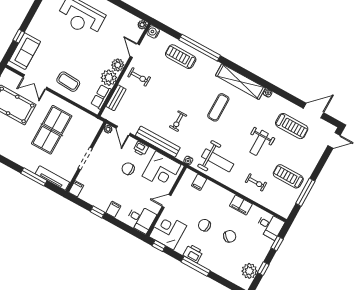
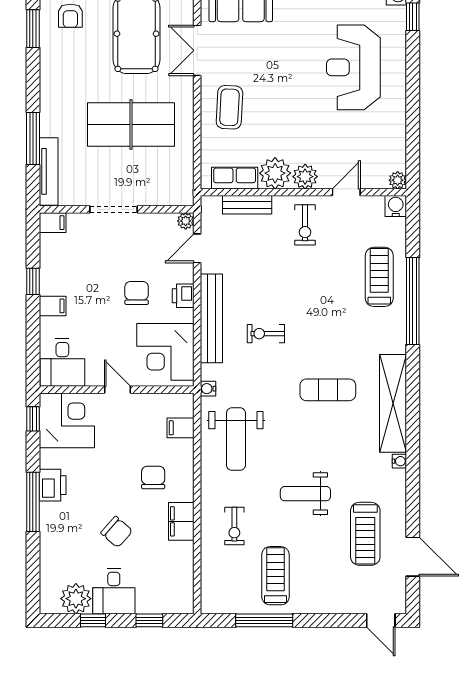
chair: (205, 225) -> (153, 477), moved
desk: (270, 226) -> (114, 591), moved

